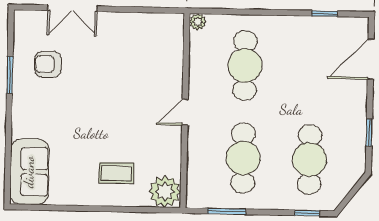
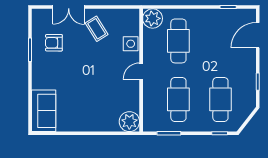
plant: (198, 22) -> (153, 18), width x1.88, depth x1.88
side table: (169, 68) -> (131, 44), added
coffee table: (116, 173) -> (97, 29), moved, turned 58

